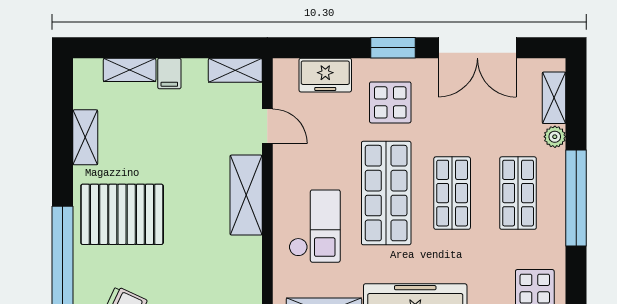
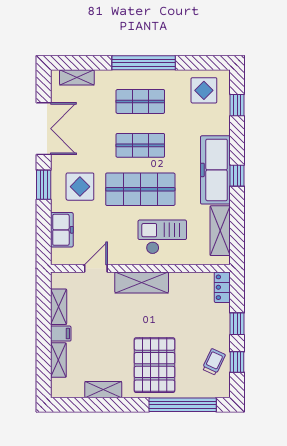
shelving: (235, 70) -> (59, 307), moved
plant: (555, 137) -> (103, 77), removed

